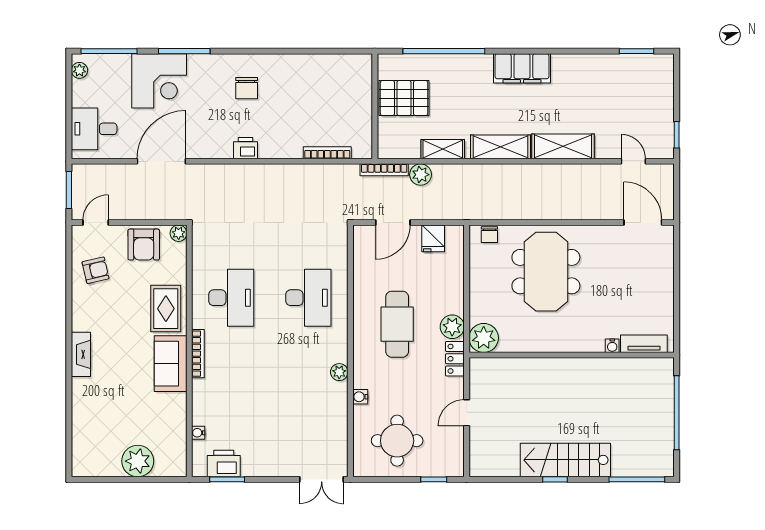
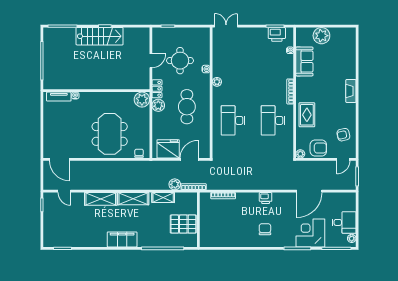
desk: (94, 129) -> (344, 222), moved
fridge: (433, 238) -> (168, 149), width x1.88, depth x1.34
armchair: (144, 245) -> (318, 148), turned 90
sofa: (171, 364) -> (304, 61), moved
round table: (397, 441) -> (180, 61), moved

